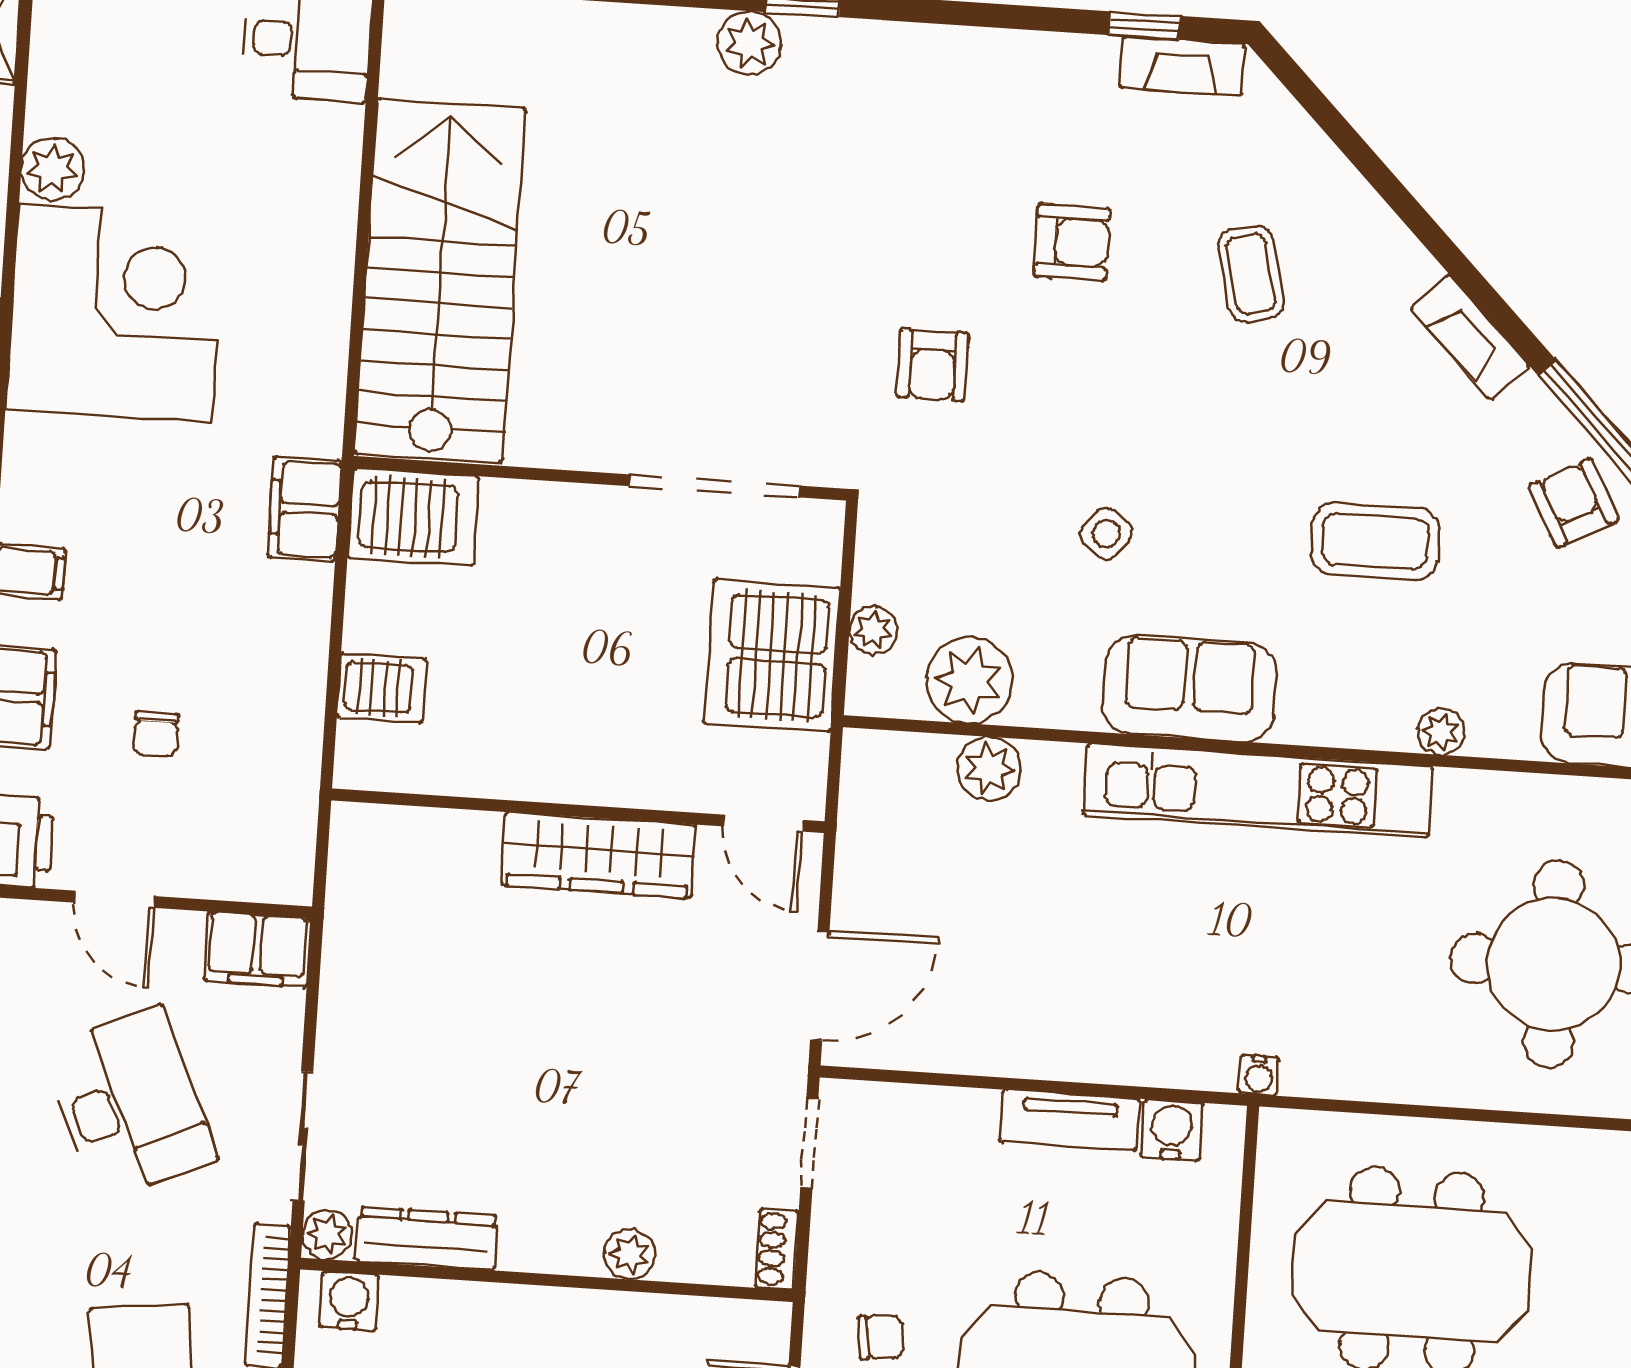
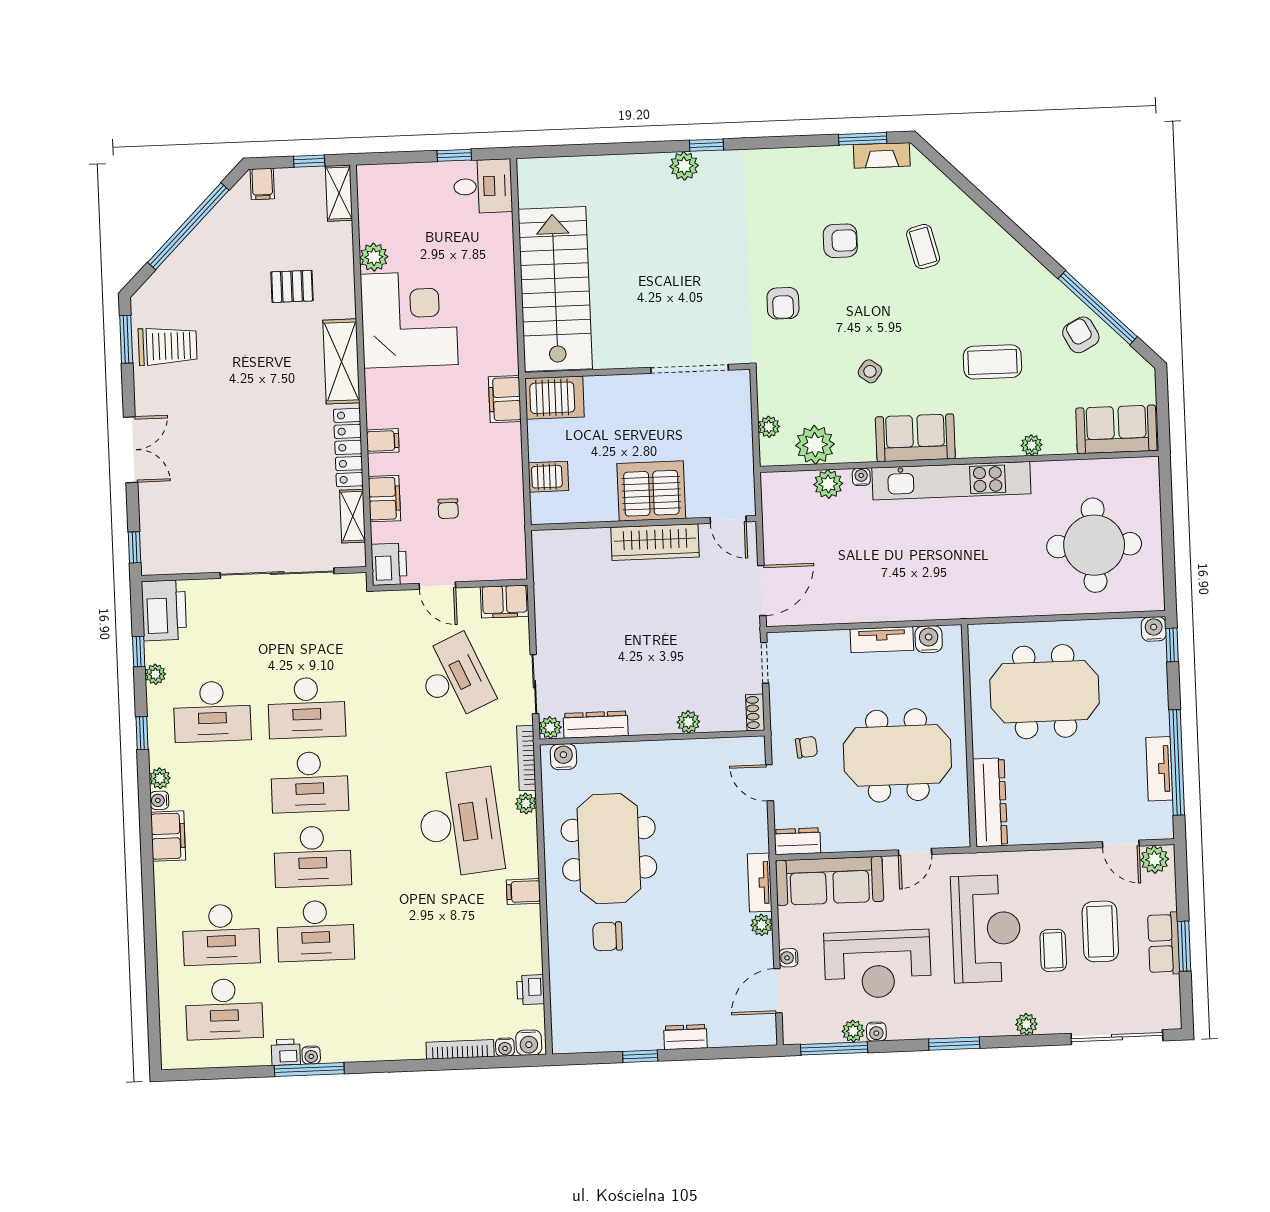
window: (1144, 25) -> (863, 139), width x1.50
fireplace: (1470, 337) -> (1026, 265), removed
server rack: (772, 656) -> (651, 491), moved, turned 90
water cooler: (1259, 1075) -> (861, 477), moved, turned 180

